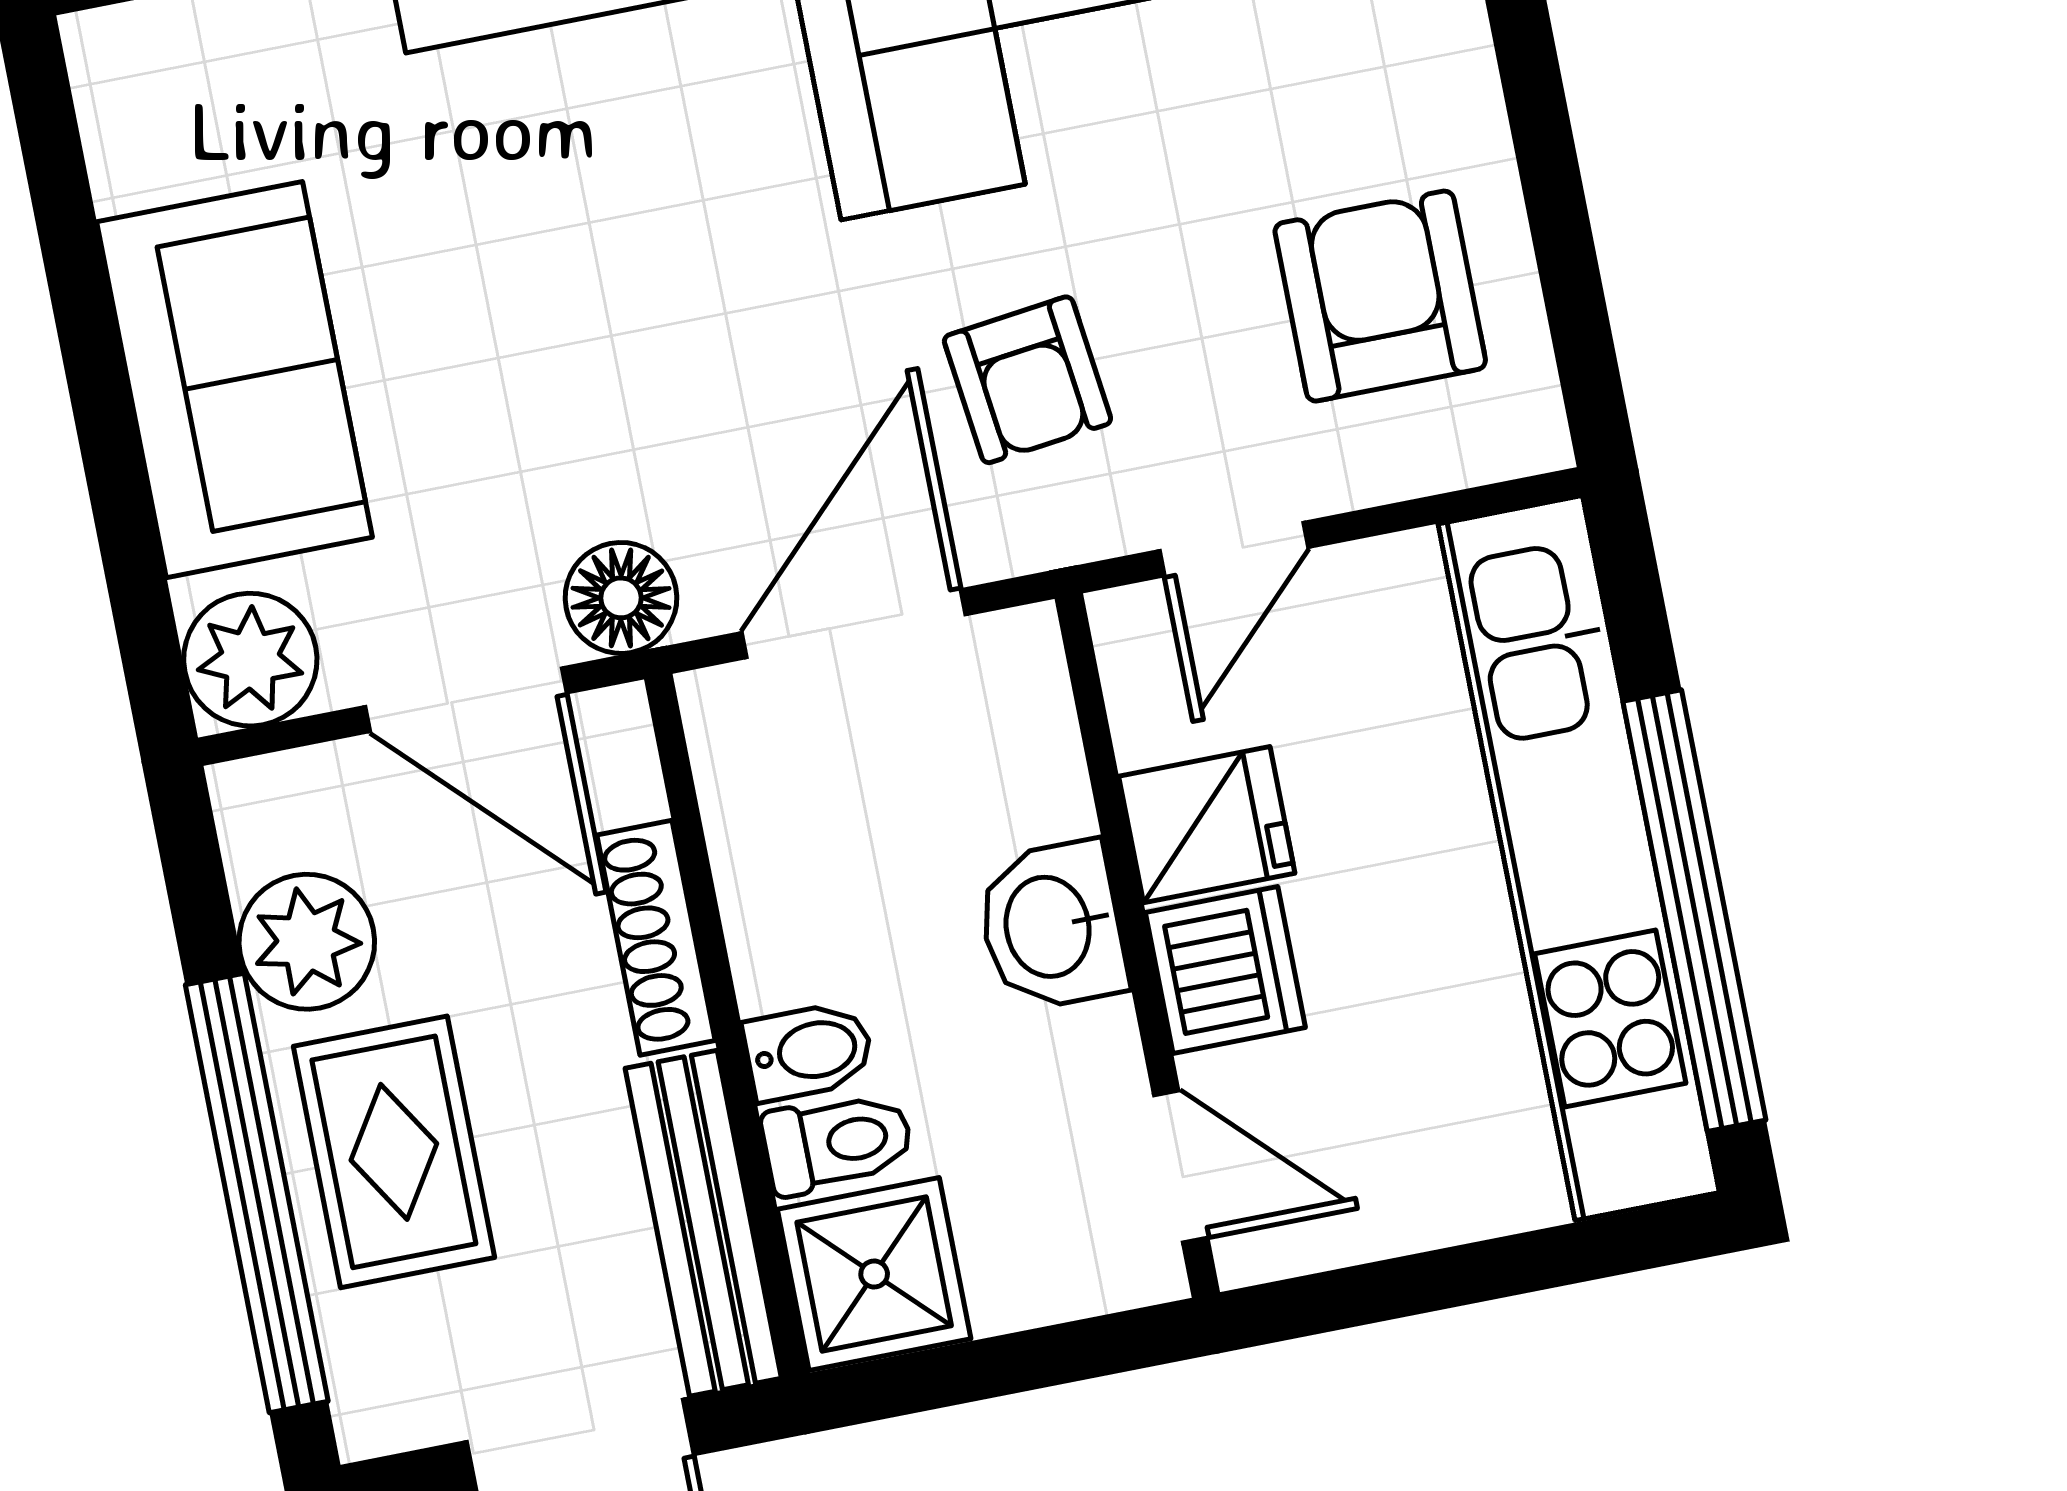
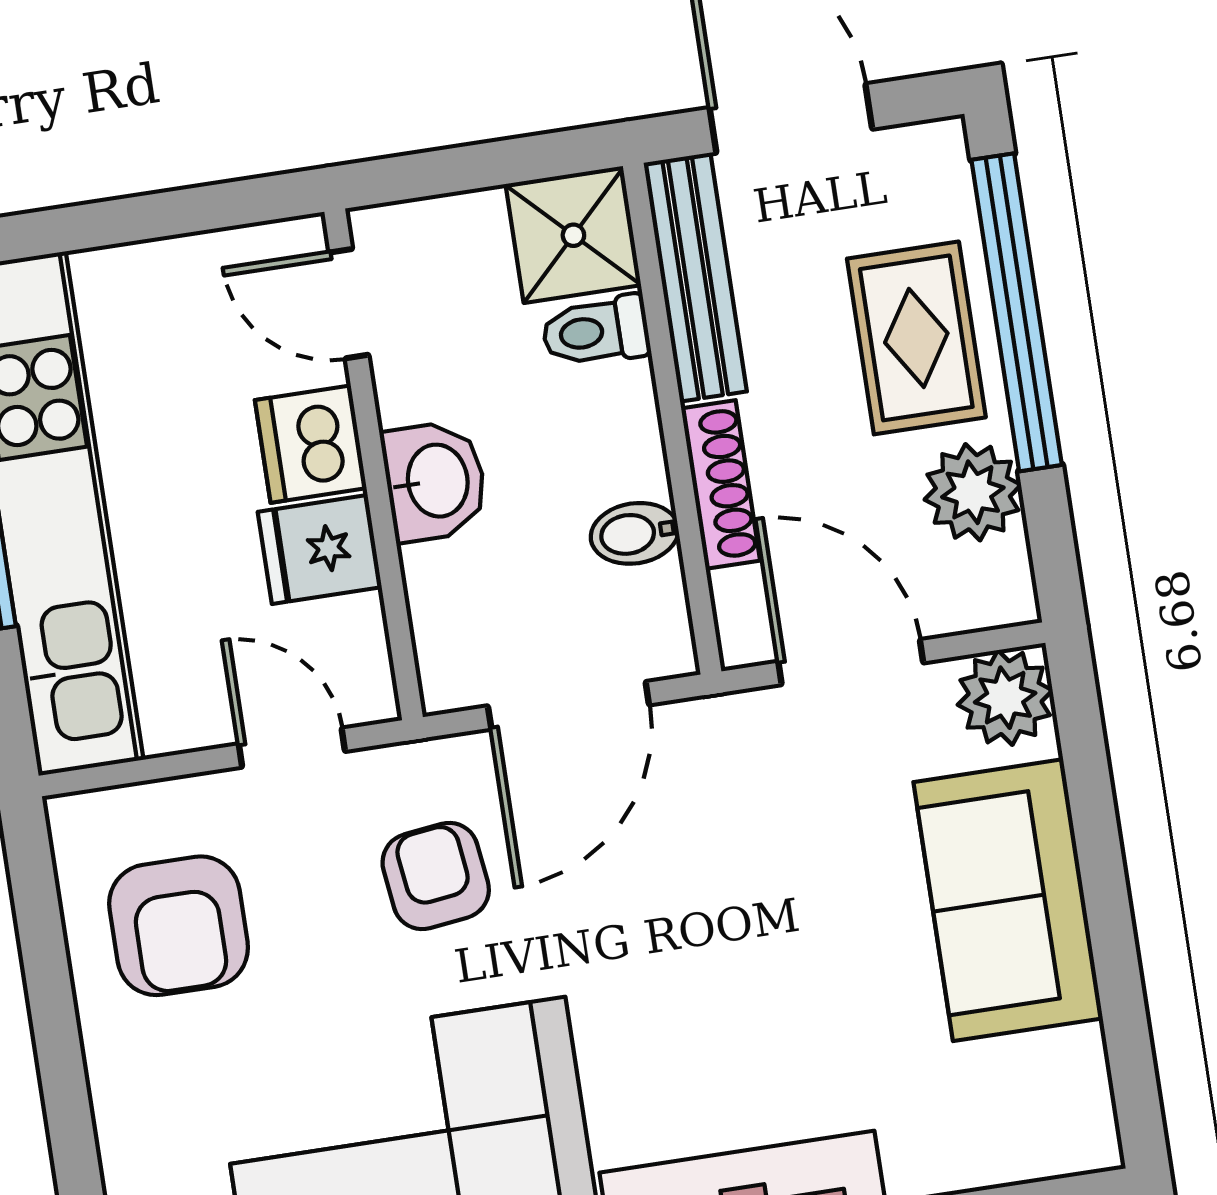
door: (1234, 549) -> (292, 748), hinge flipped
floor lamp: (621, 598) -> (736, 731), removed
bidet: (809, 1051) -> (635, 533), moved

